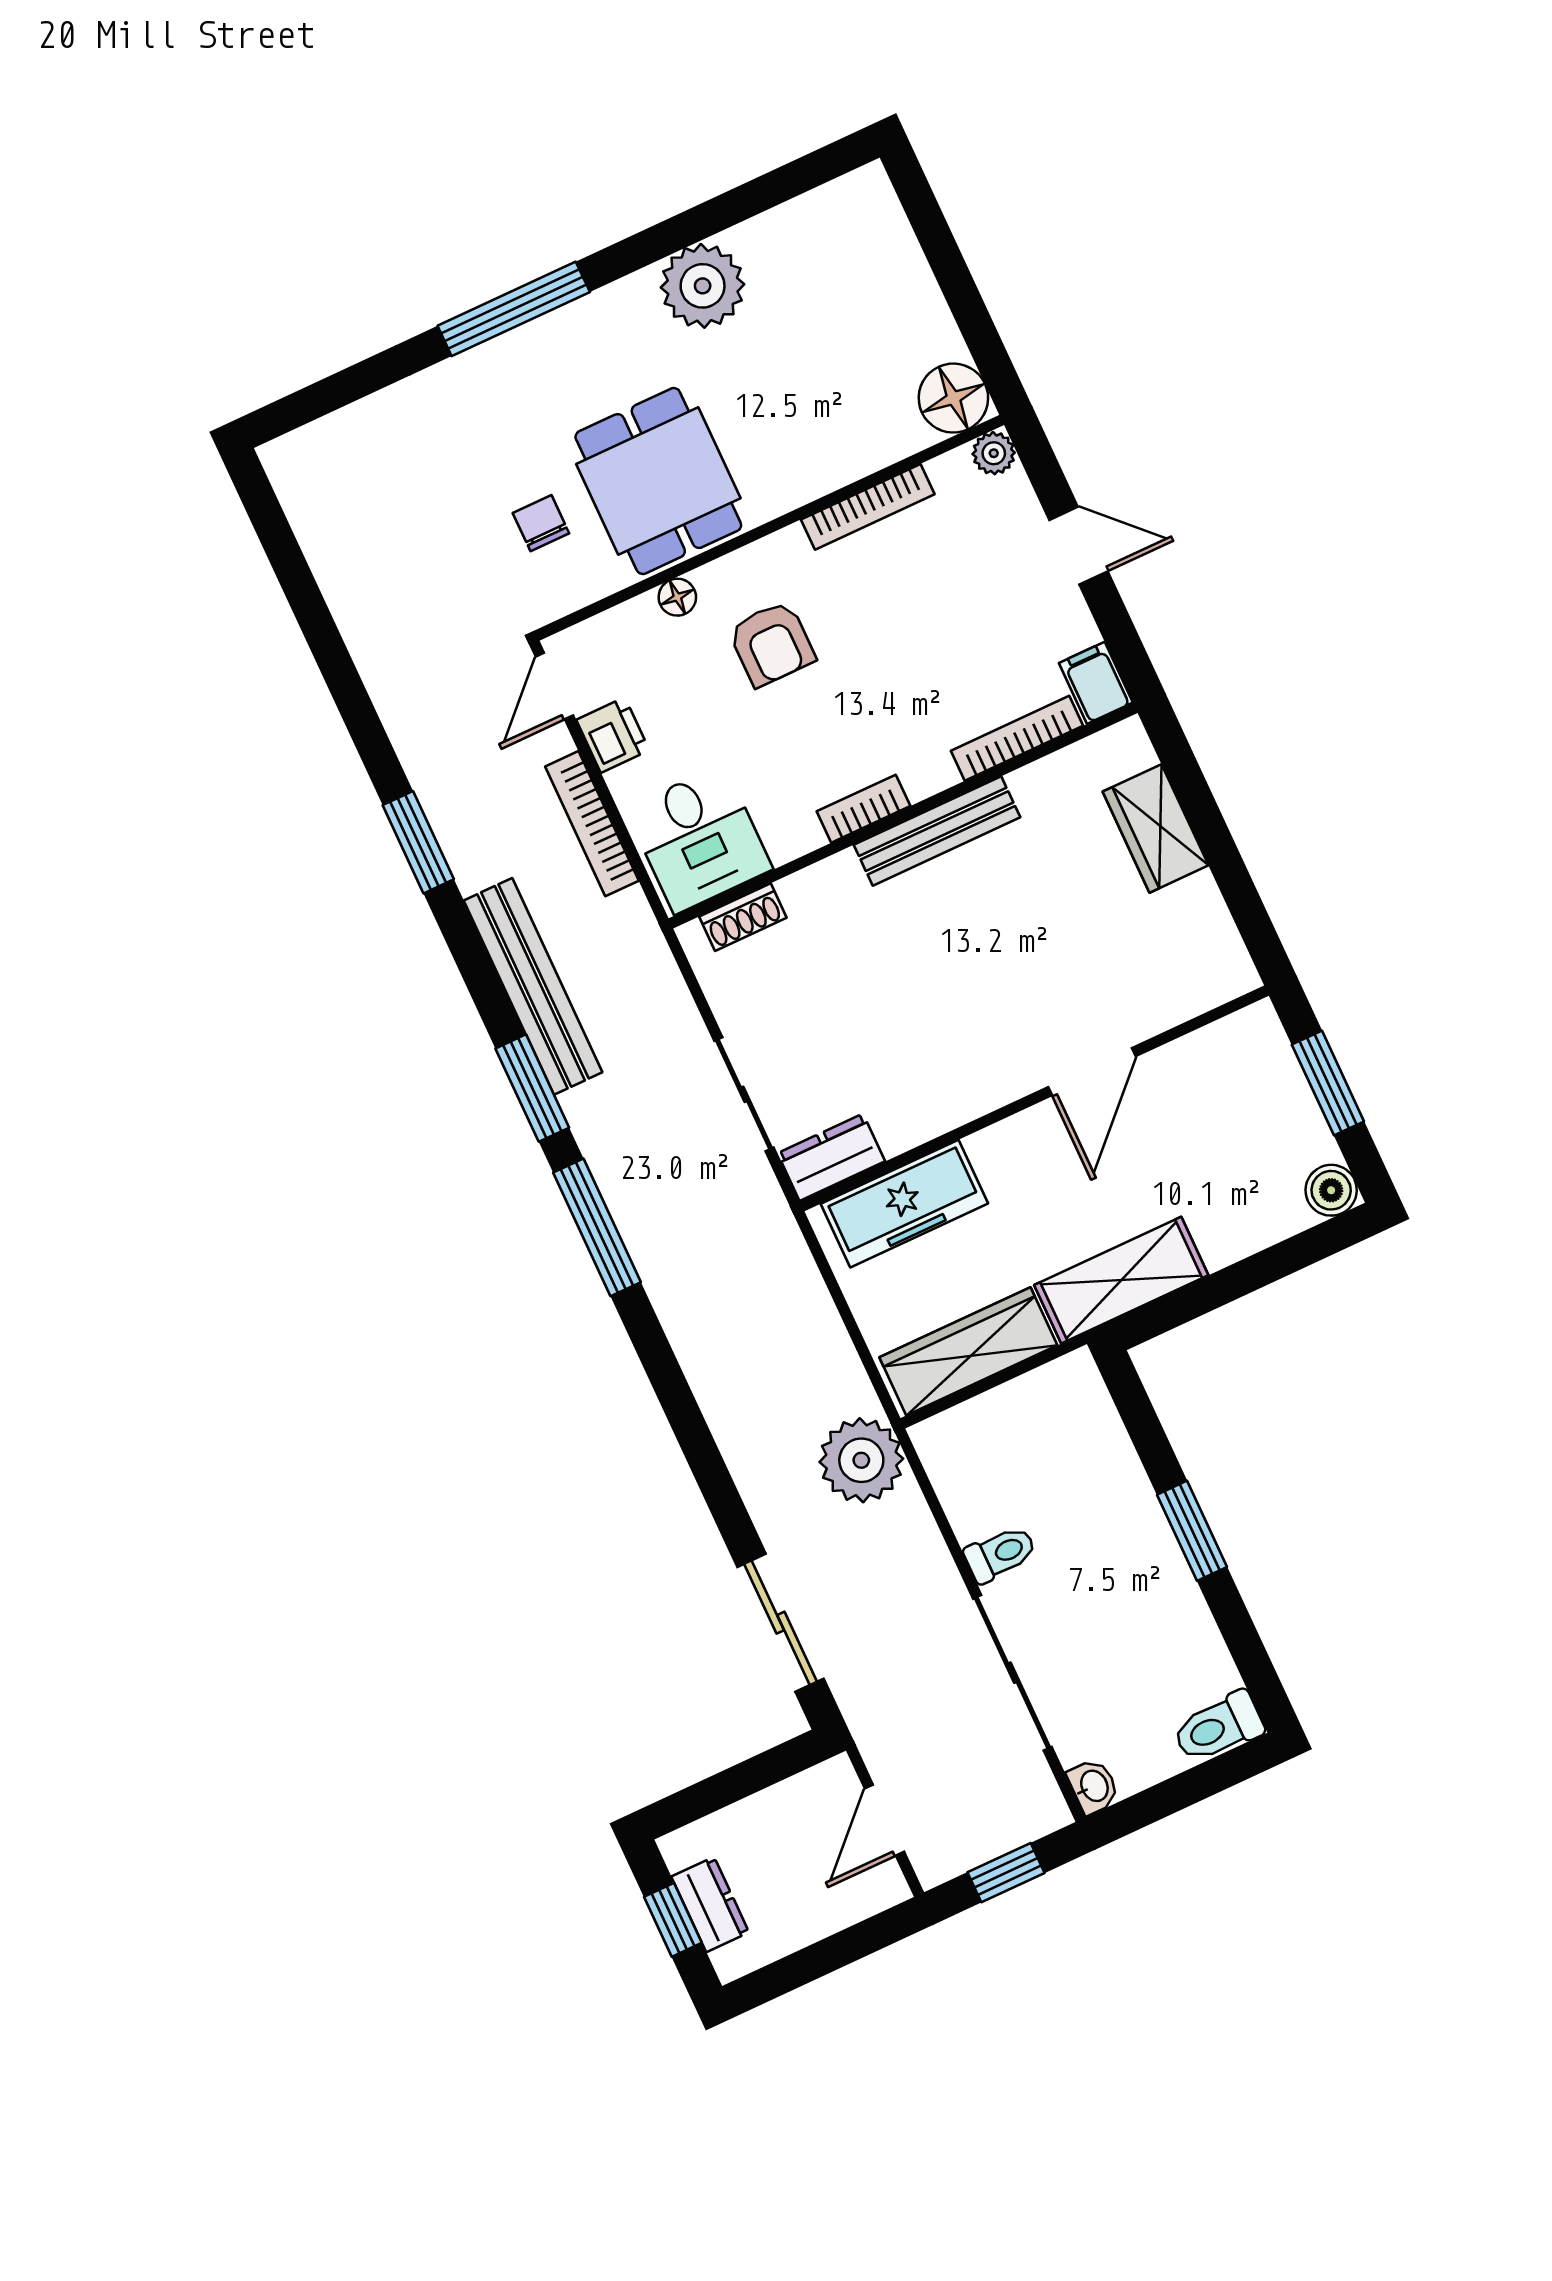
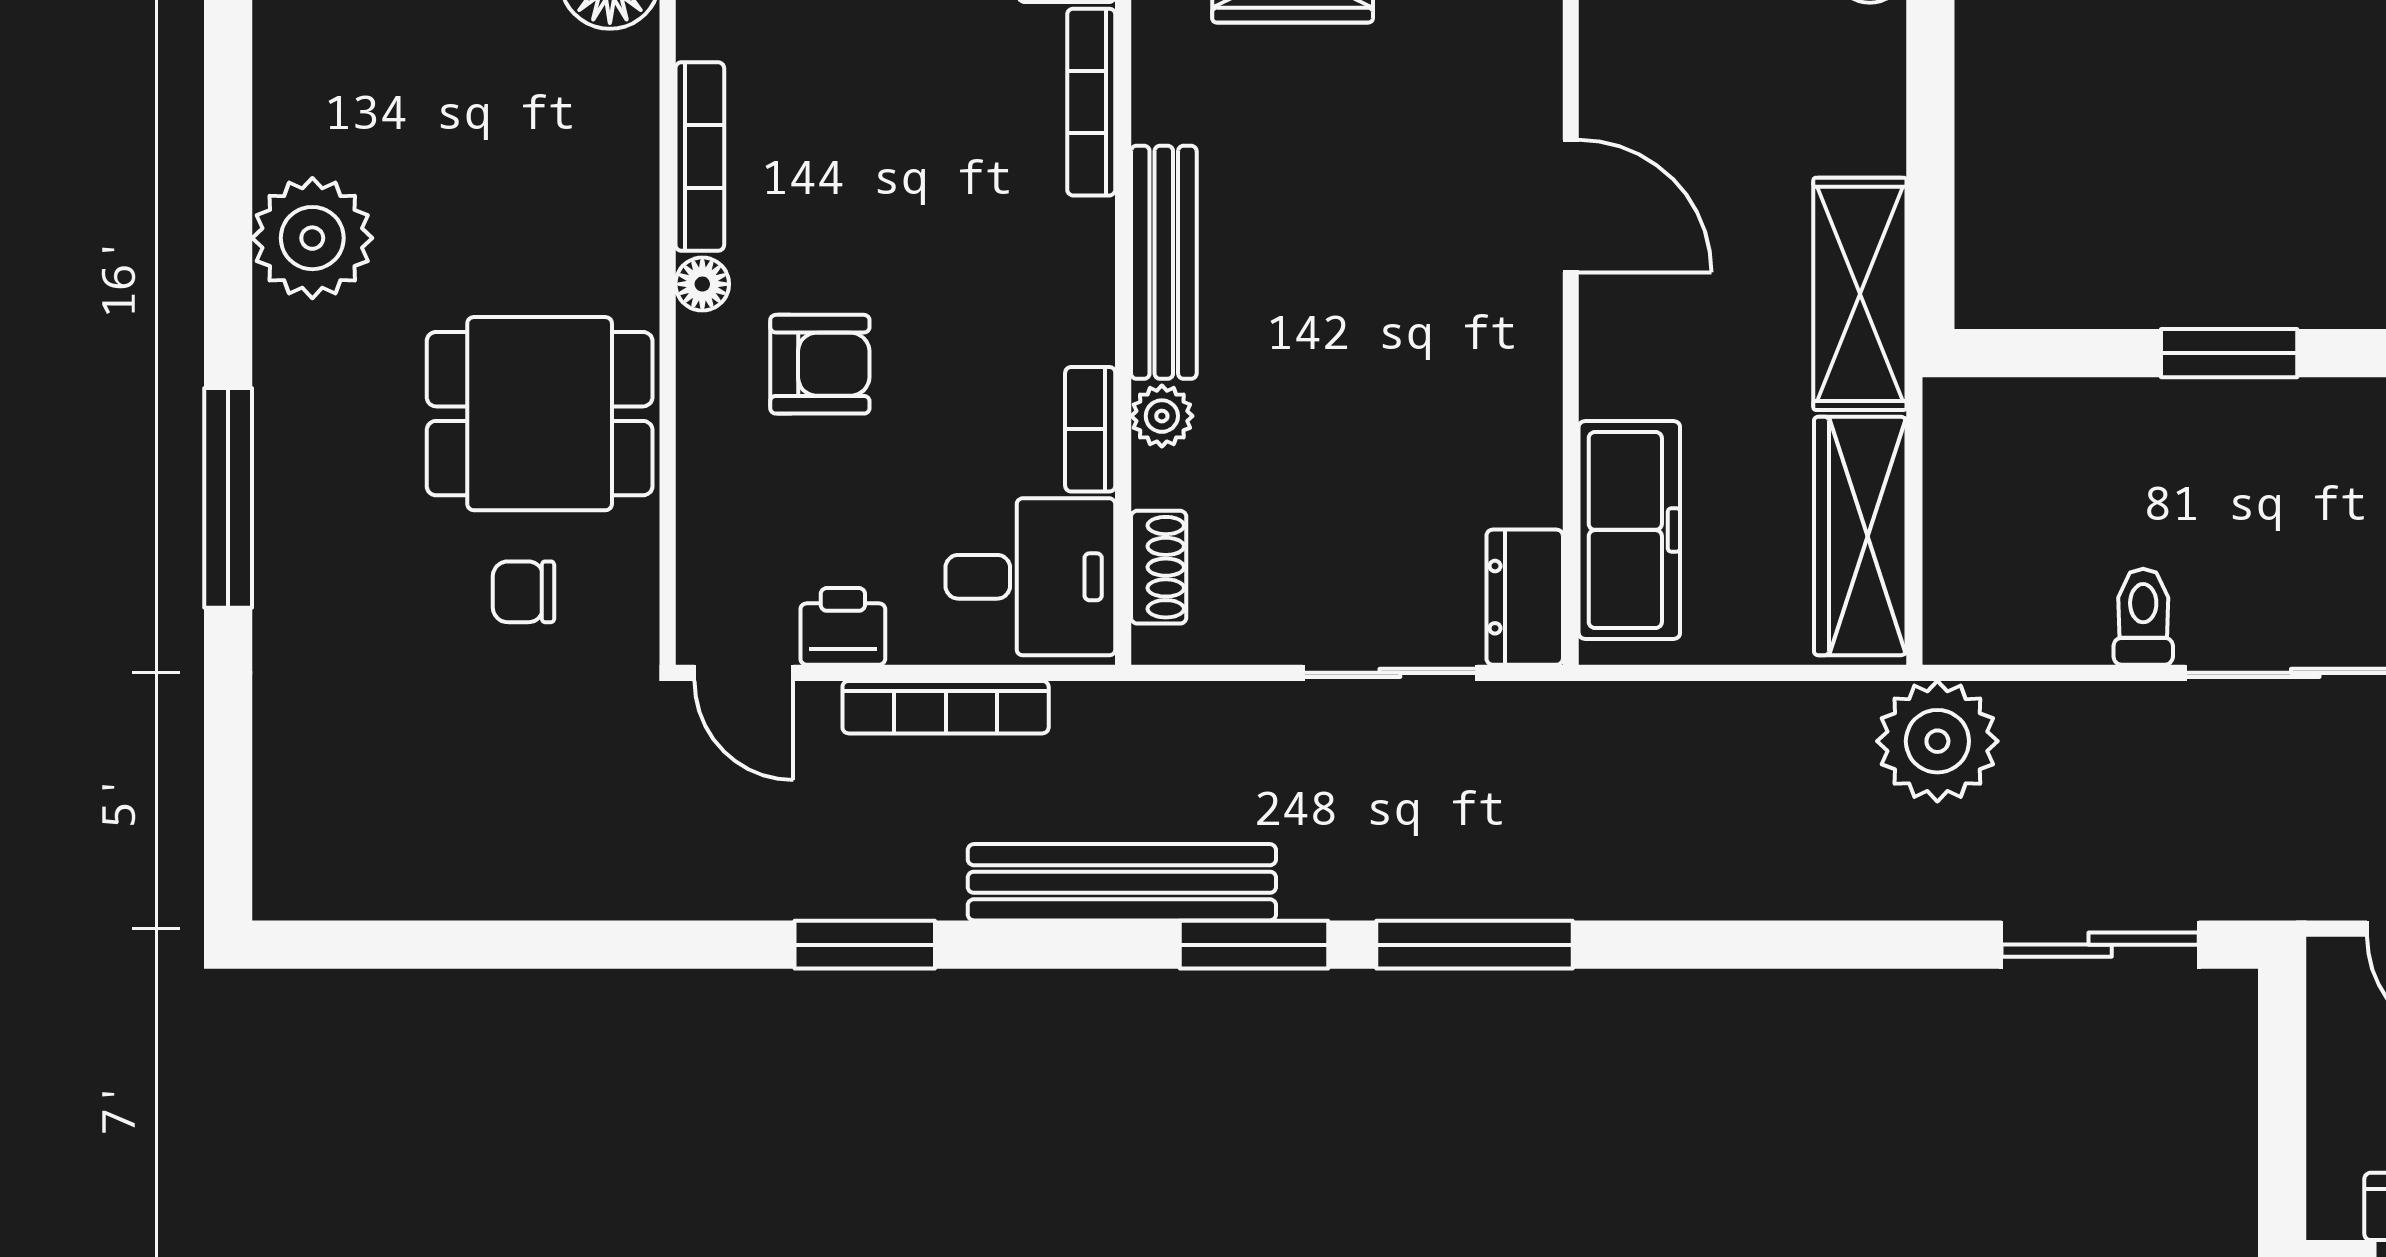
floor lamp: (677, 597) -> (702, 284), moved
bookcase: (863, 809) -> (1090, 429), moved
plant: (839, 875) -> (1162, 416), added

